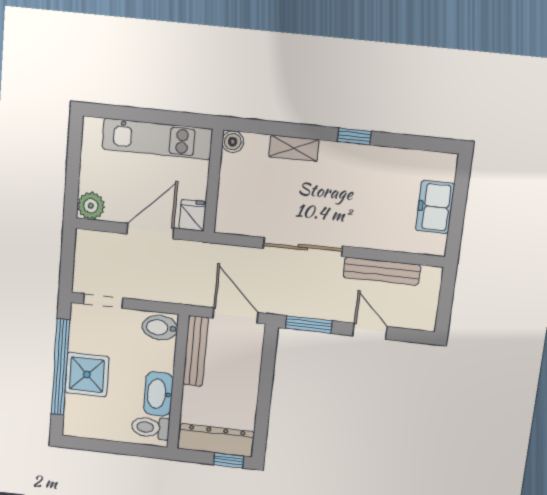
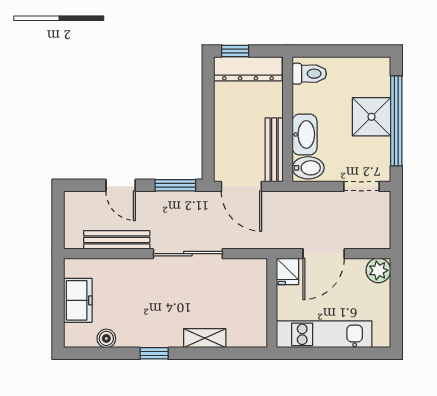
boiler: (233, 142) -> (106, 338), moved
washbasin: (158, 394) -> (305, 135), moved

